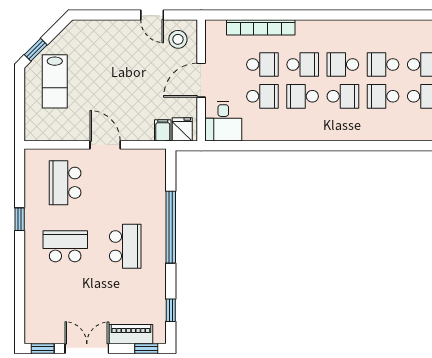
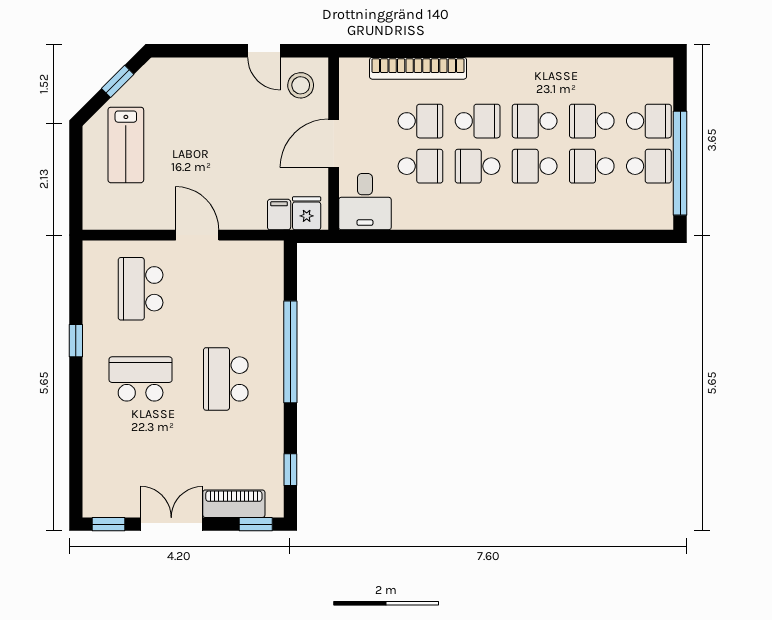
window: (36, 50) -> (118, 81), moved
school desk: (343, 96) -> (535, 166), turned 180
school desk: (125, 246) -> (226, 379), turned 180

